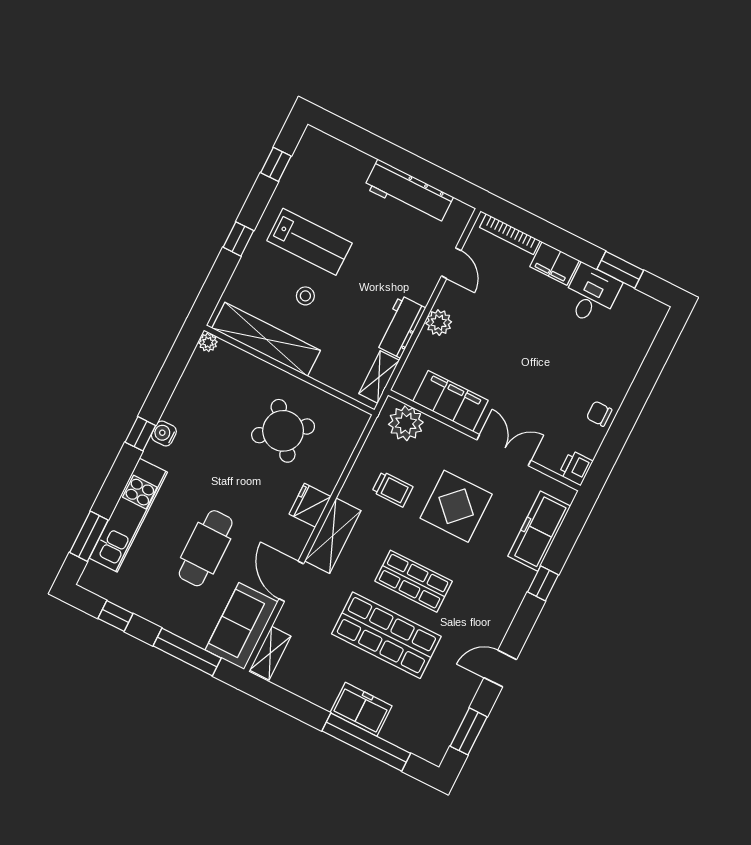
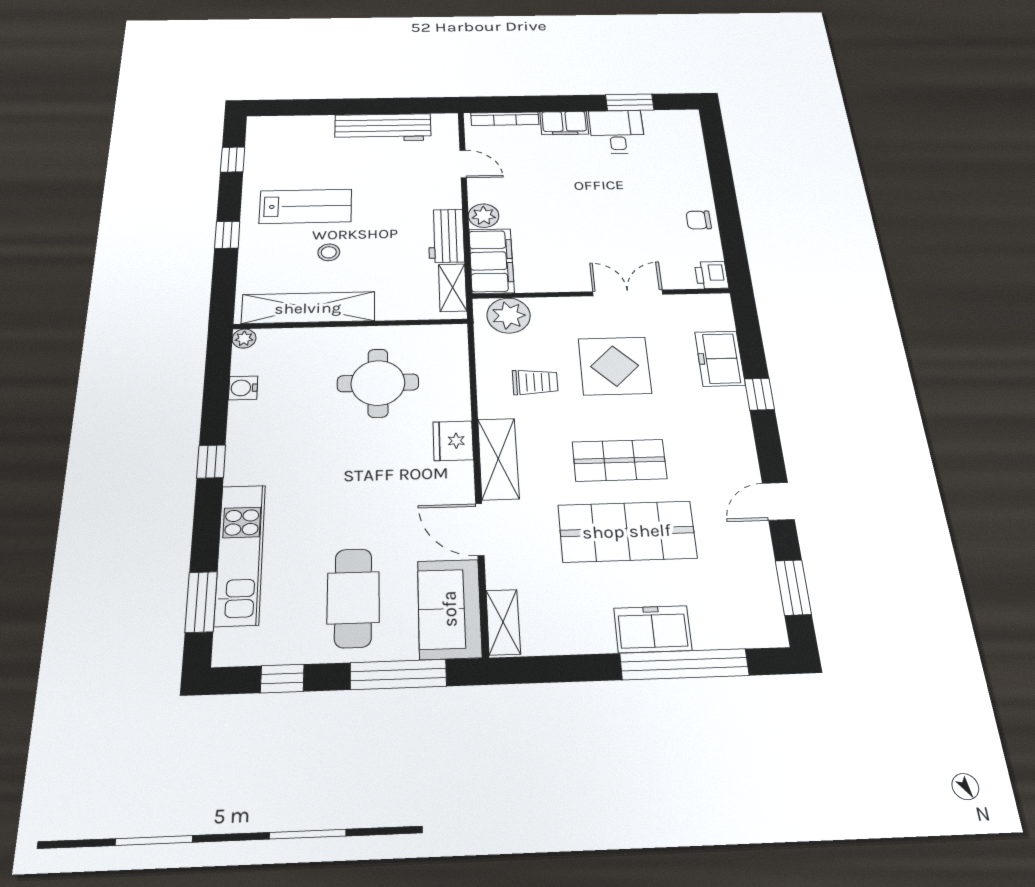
filing cabinet: (450, 401) -> (491, 261), moved, turned 90
round table: (283, 431) -> (378, 383), turned 37
water cooler: (164, 433) -> (243, 388), moved
freezer: (539, 531) -> (720, 359), width x0.71
cafe table: (206, 548) -> (353, 598), moved

